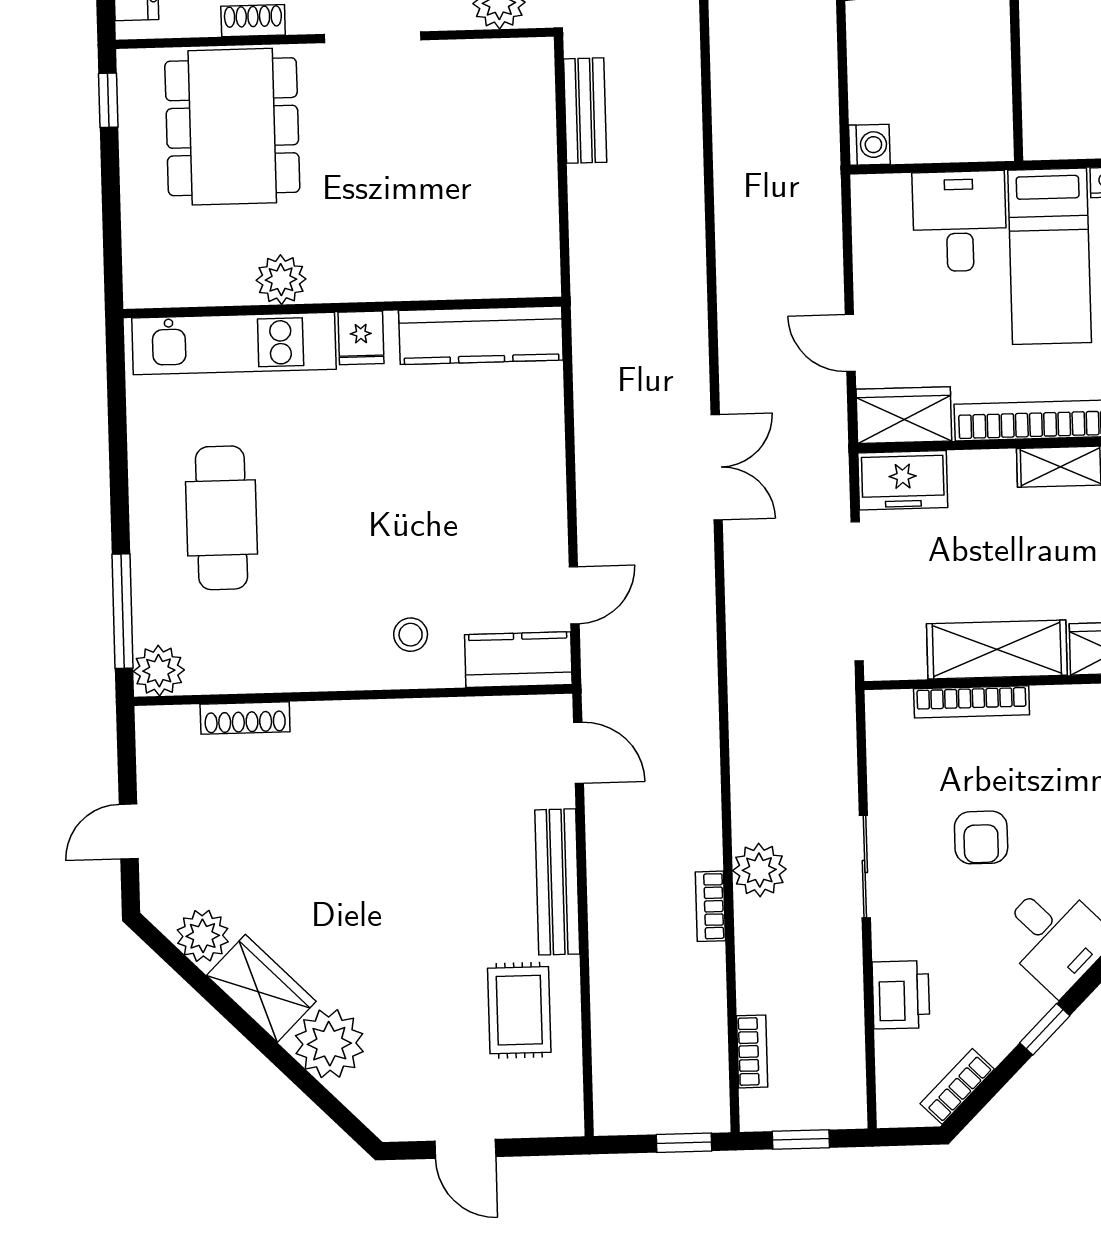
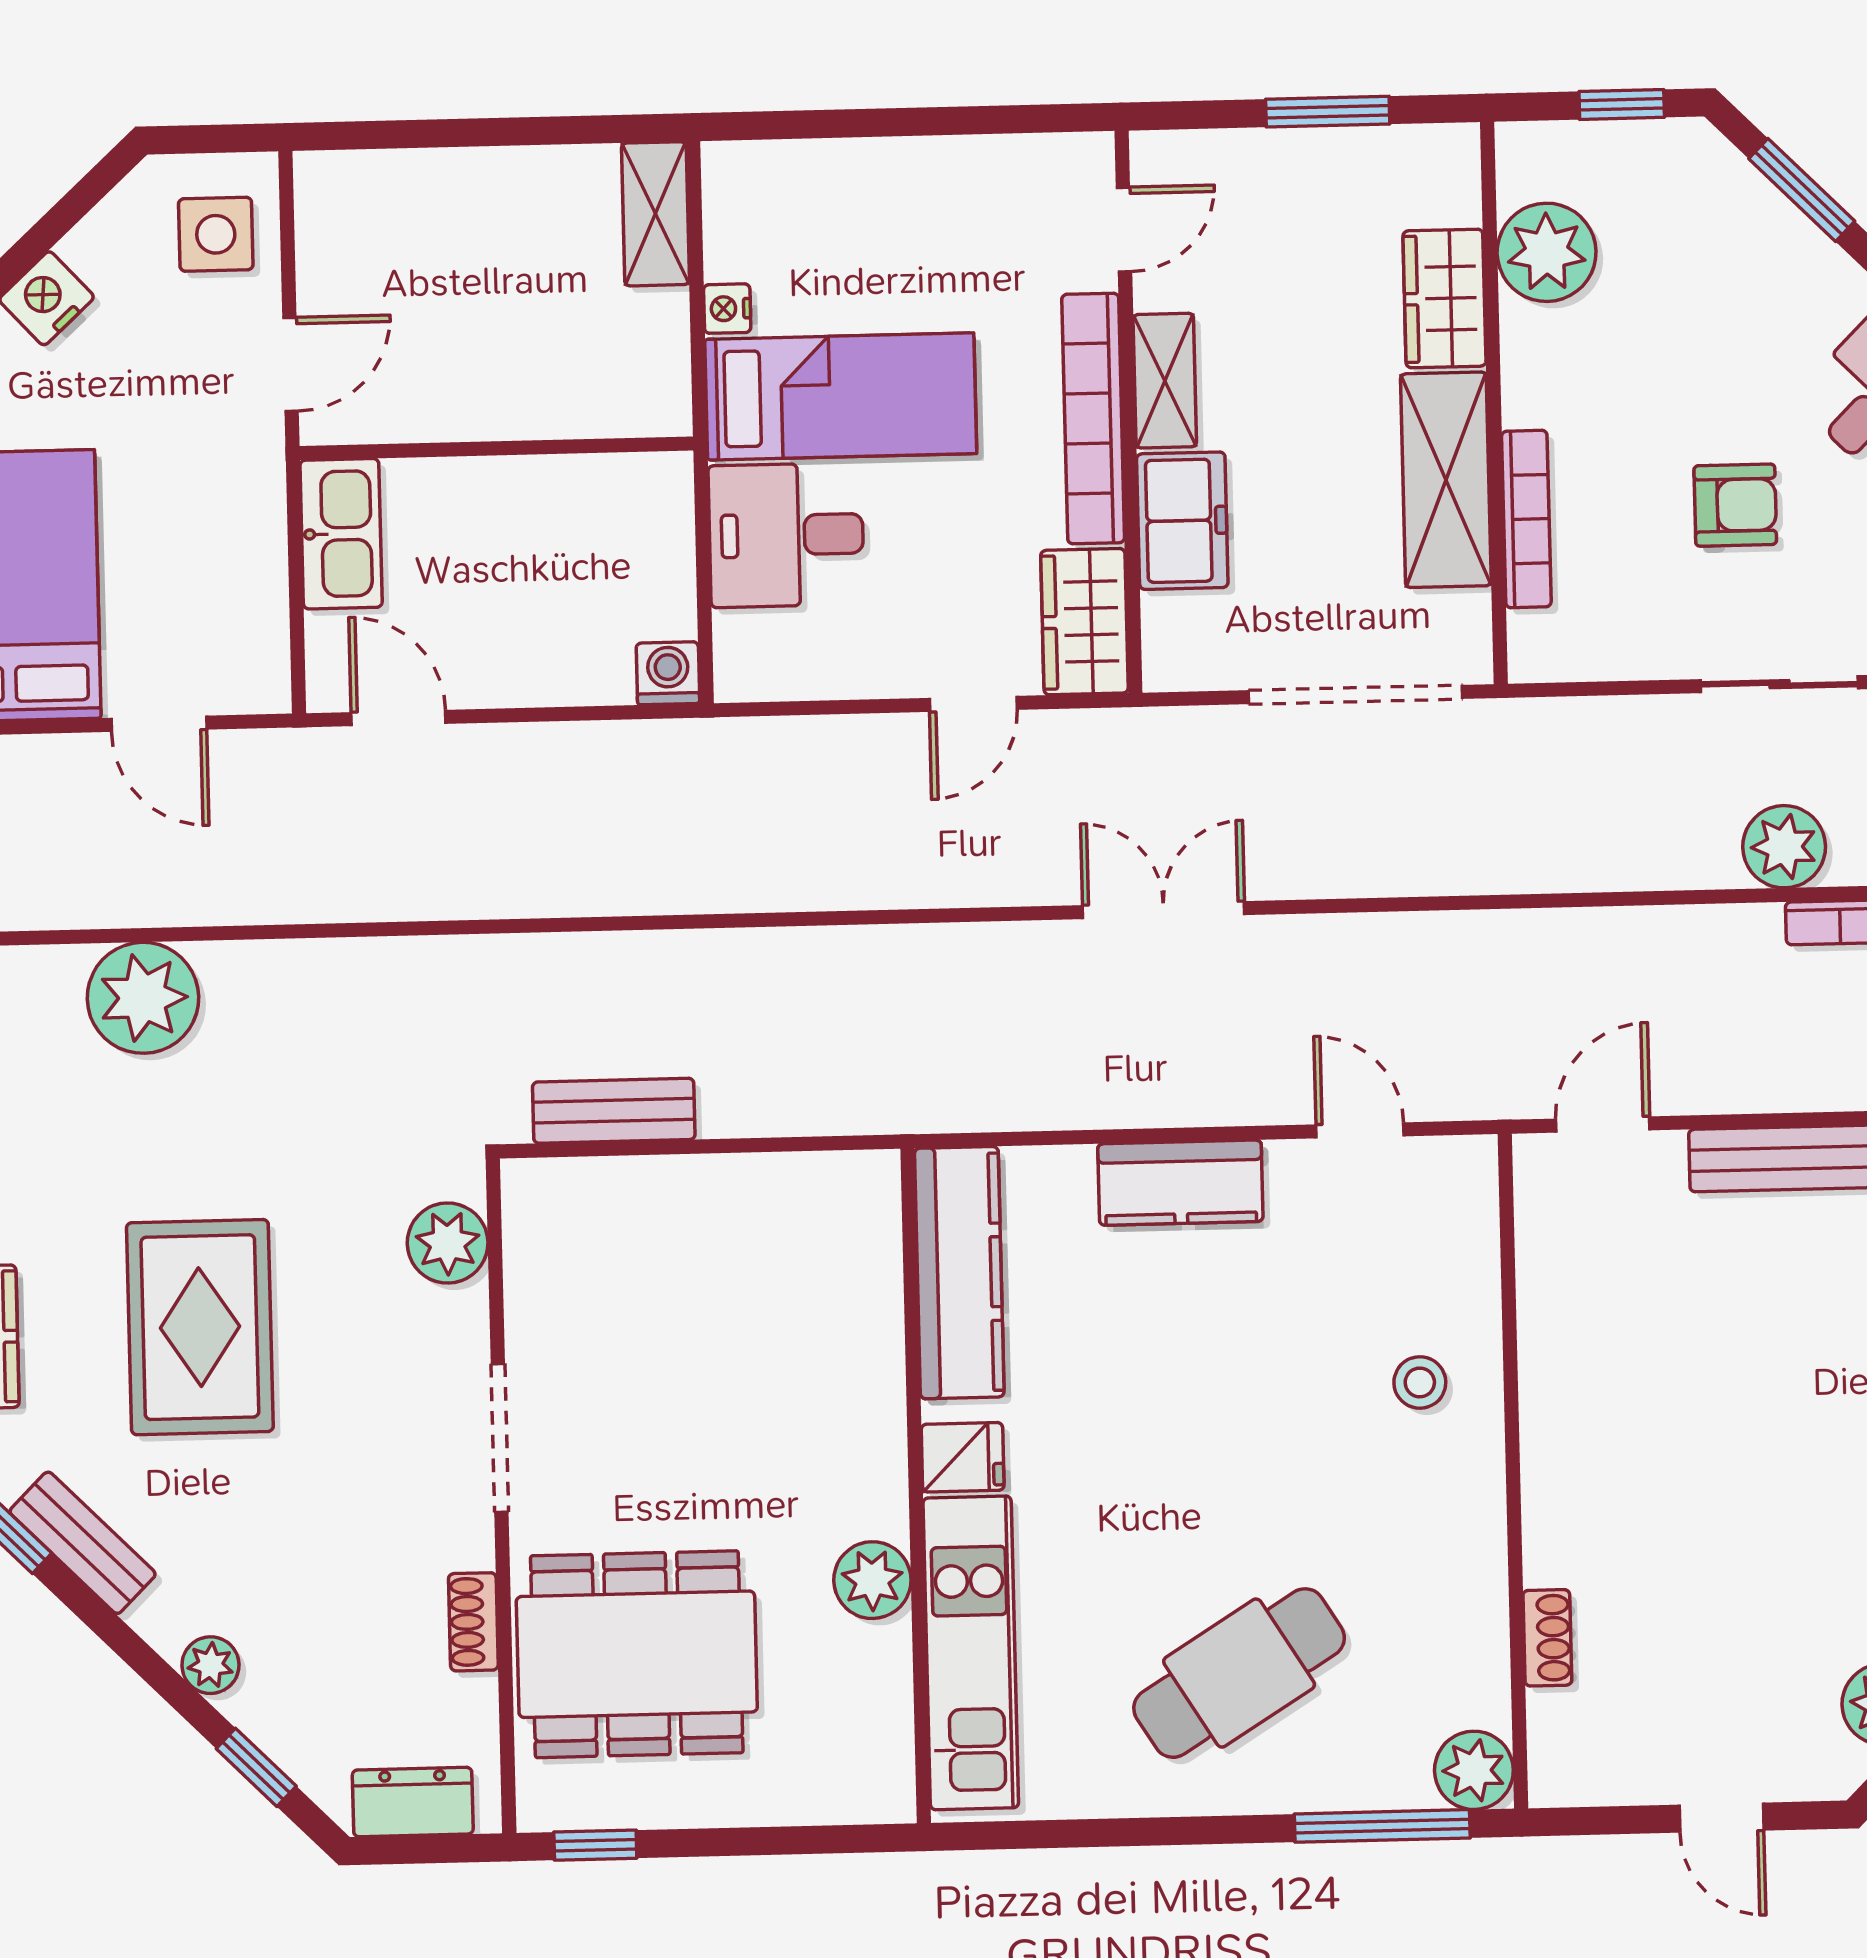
freezer: (903, 480) -> (1182, 521), moved
cafe table: (221, 518) -> (1239, 1673), turned -32
kitchen counter: (518, 660) -> (1180, 1183), moved, turned -90
shoe rack: (245, 718) -> (1547, 1638), width x0.70

